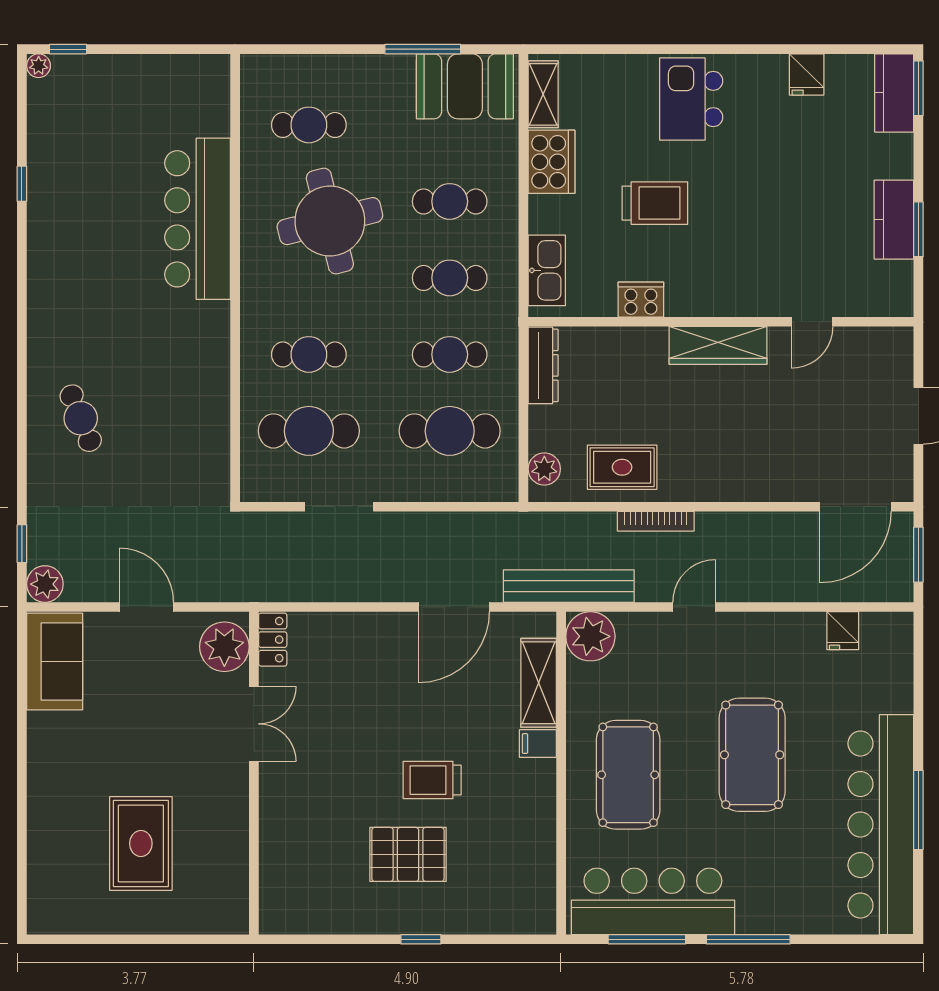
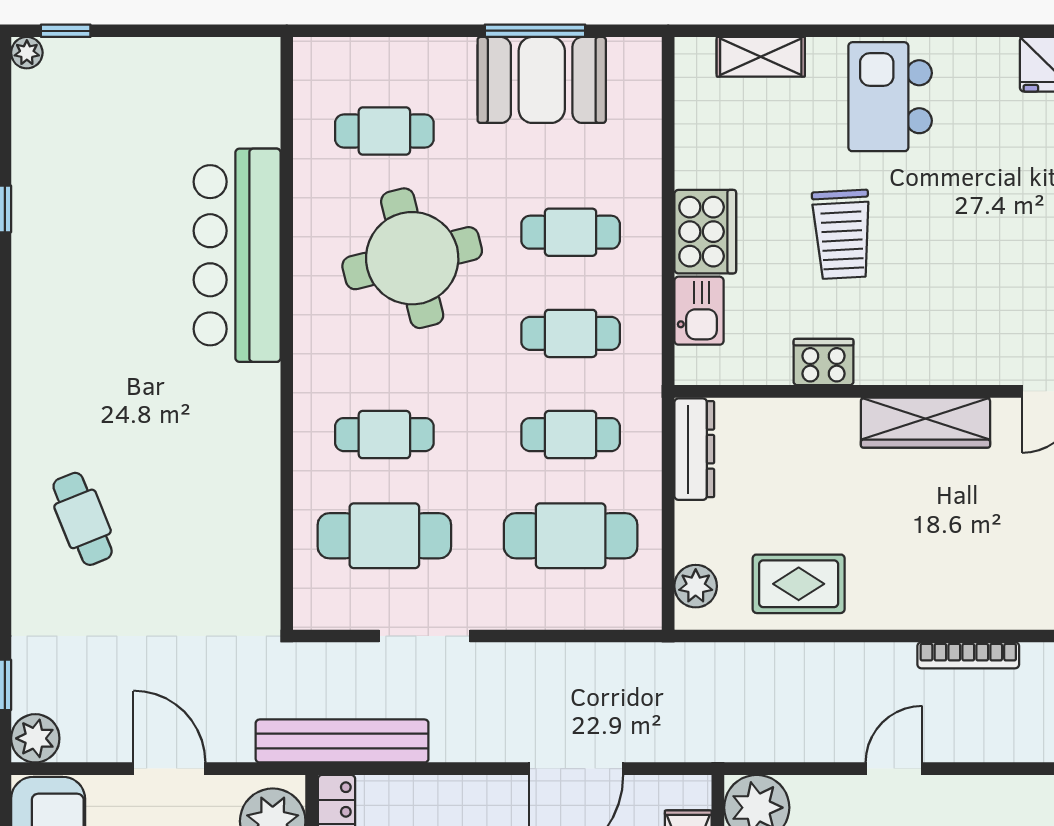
booth: (465, 86) -> (542, 80), moved
shelving: (543, 94) -> (761, 57), moved, turned 90
cooker: (551, 162) -> (705, 232), moved
trolley: (655, 203) -> (842, 234), turned 87
kitchen sink: (547, 270) -> (699, 311), width x0.73
bookcase: (656, 521) -> (968, 655), moved
bench: (569, 586) -> (342, 741), moved

